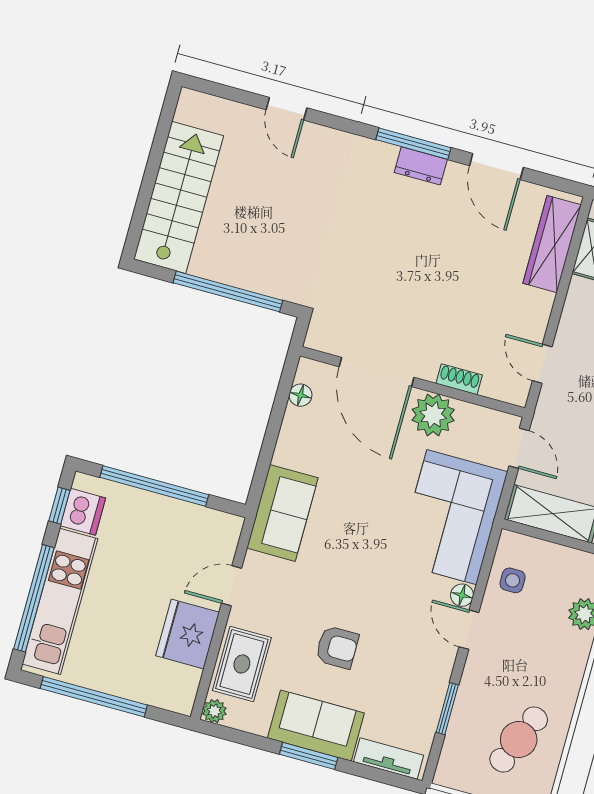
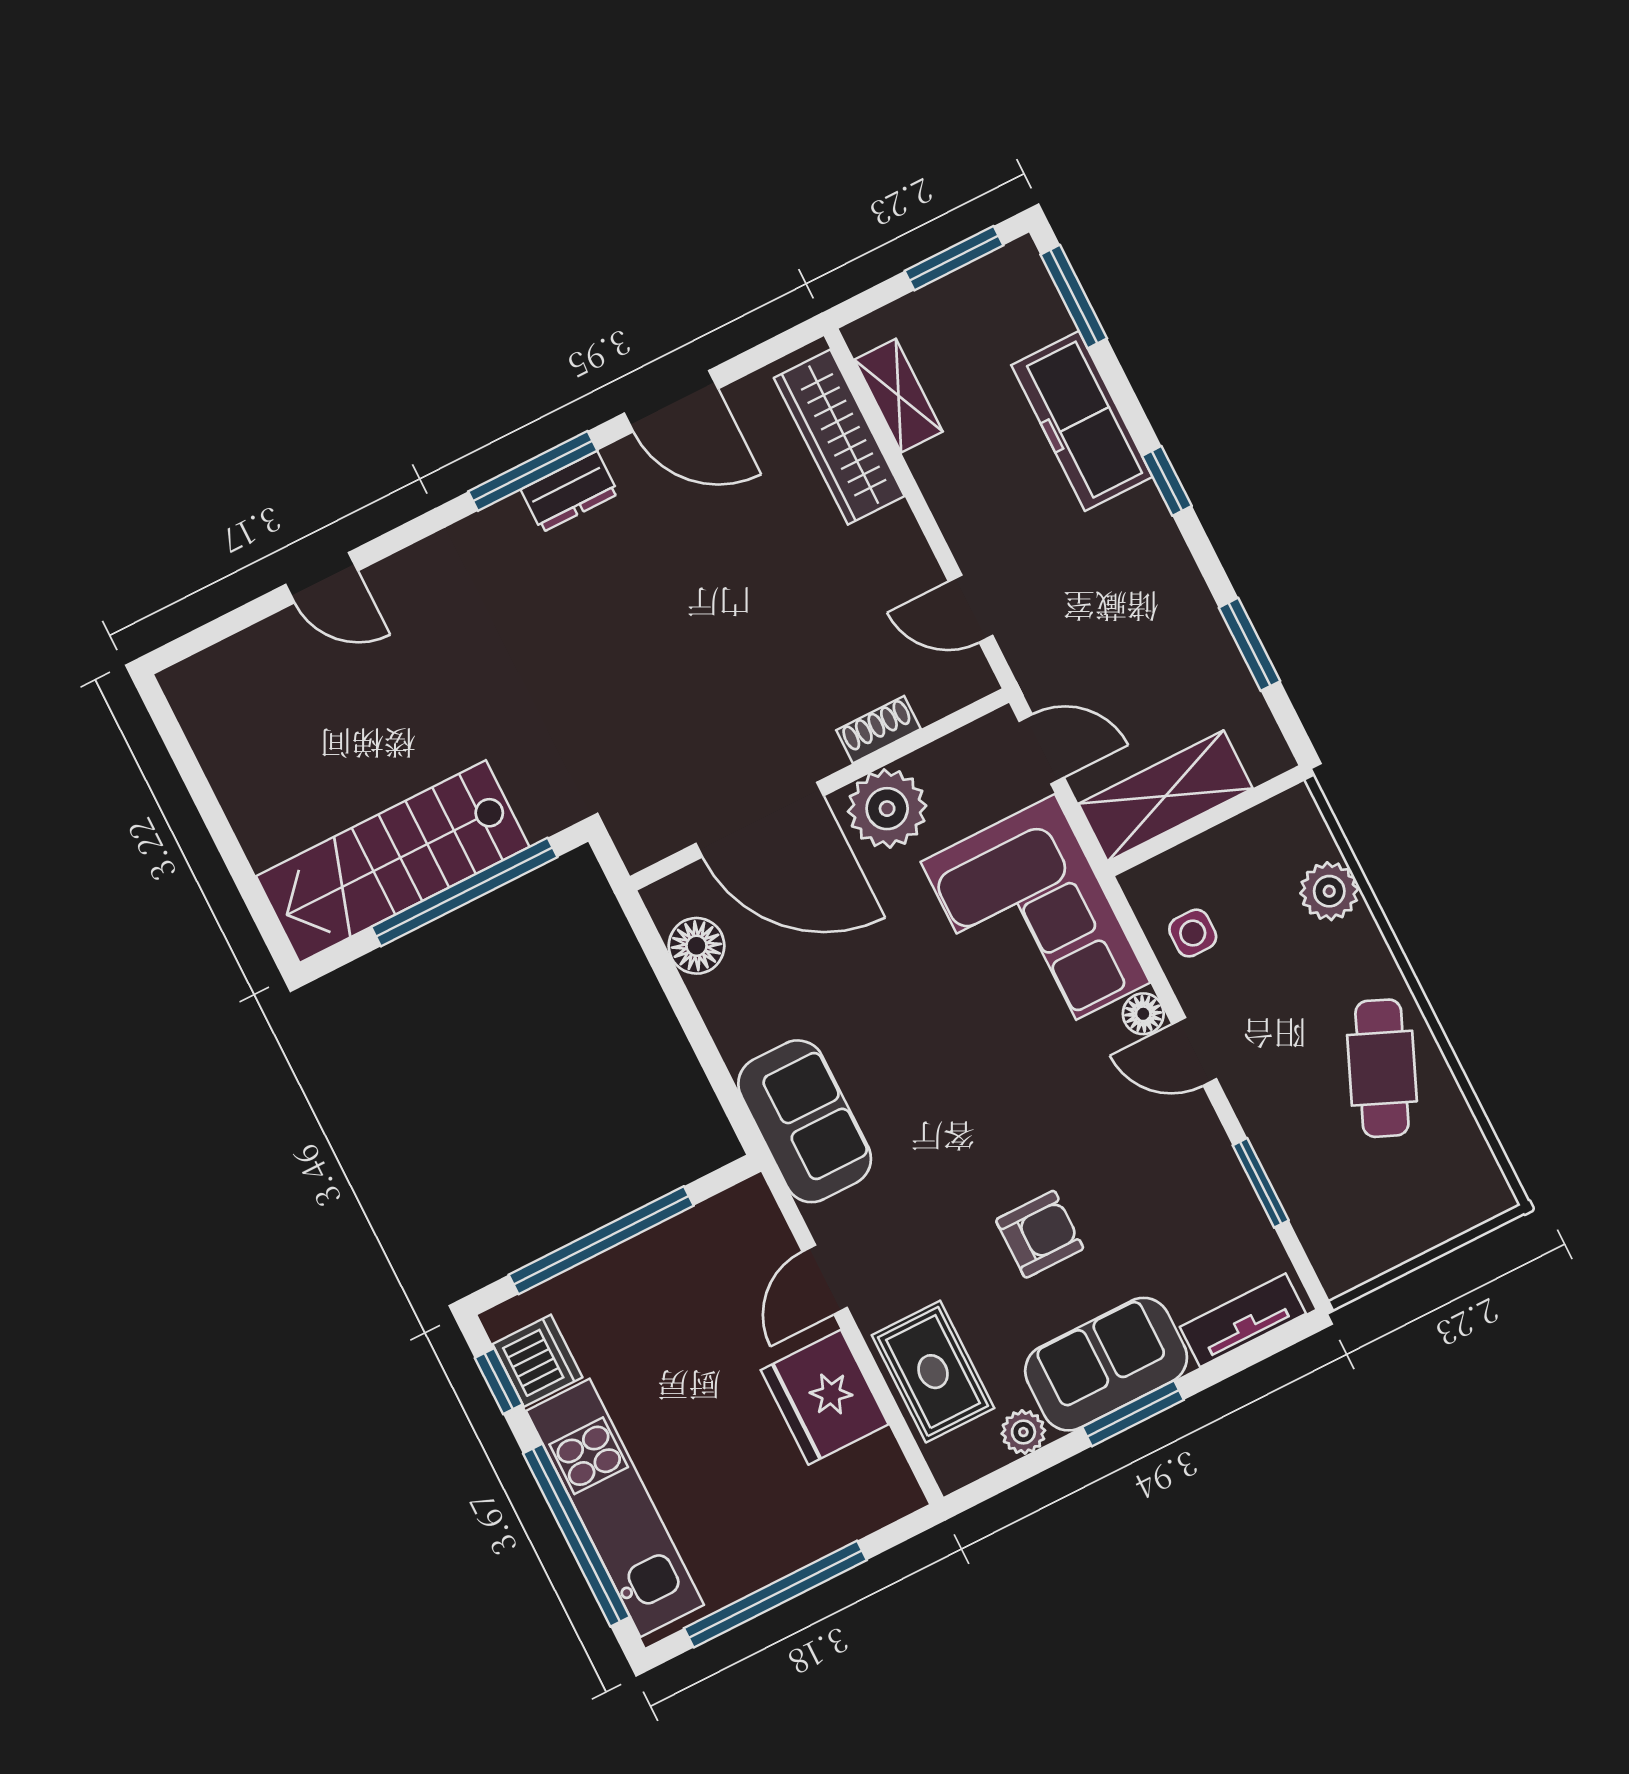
stairs: (179, 197) -> (393, 862), moved, turned -90
floor lamp: (301, 395) -> (697, 946), width x1.37, depth x1.37
plant: (214, 711) -> (1023, 1432), moved
cafe table: (519, 739) -> (1382, 1068), moved

